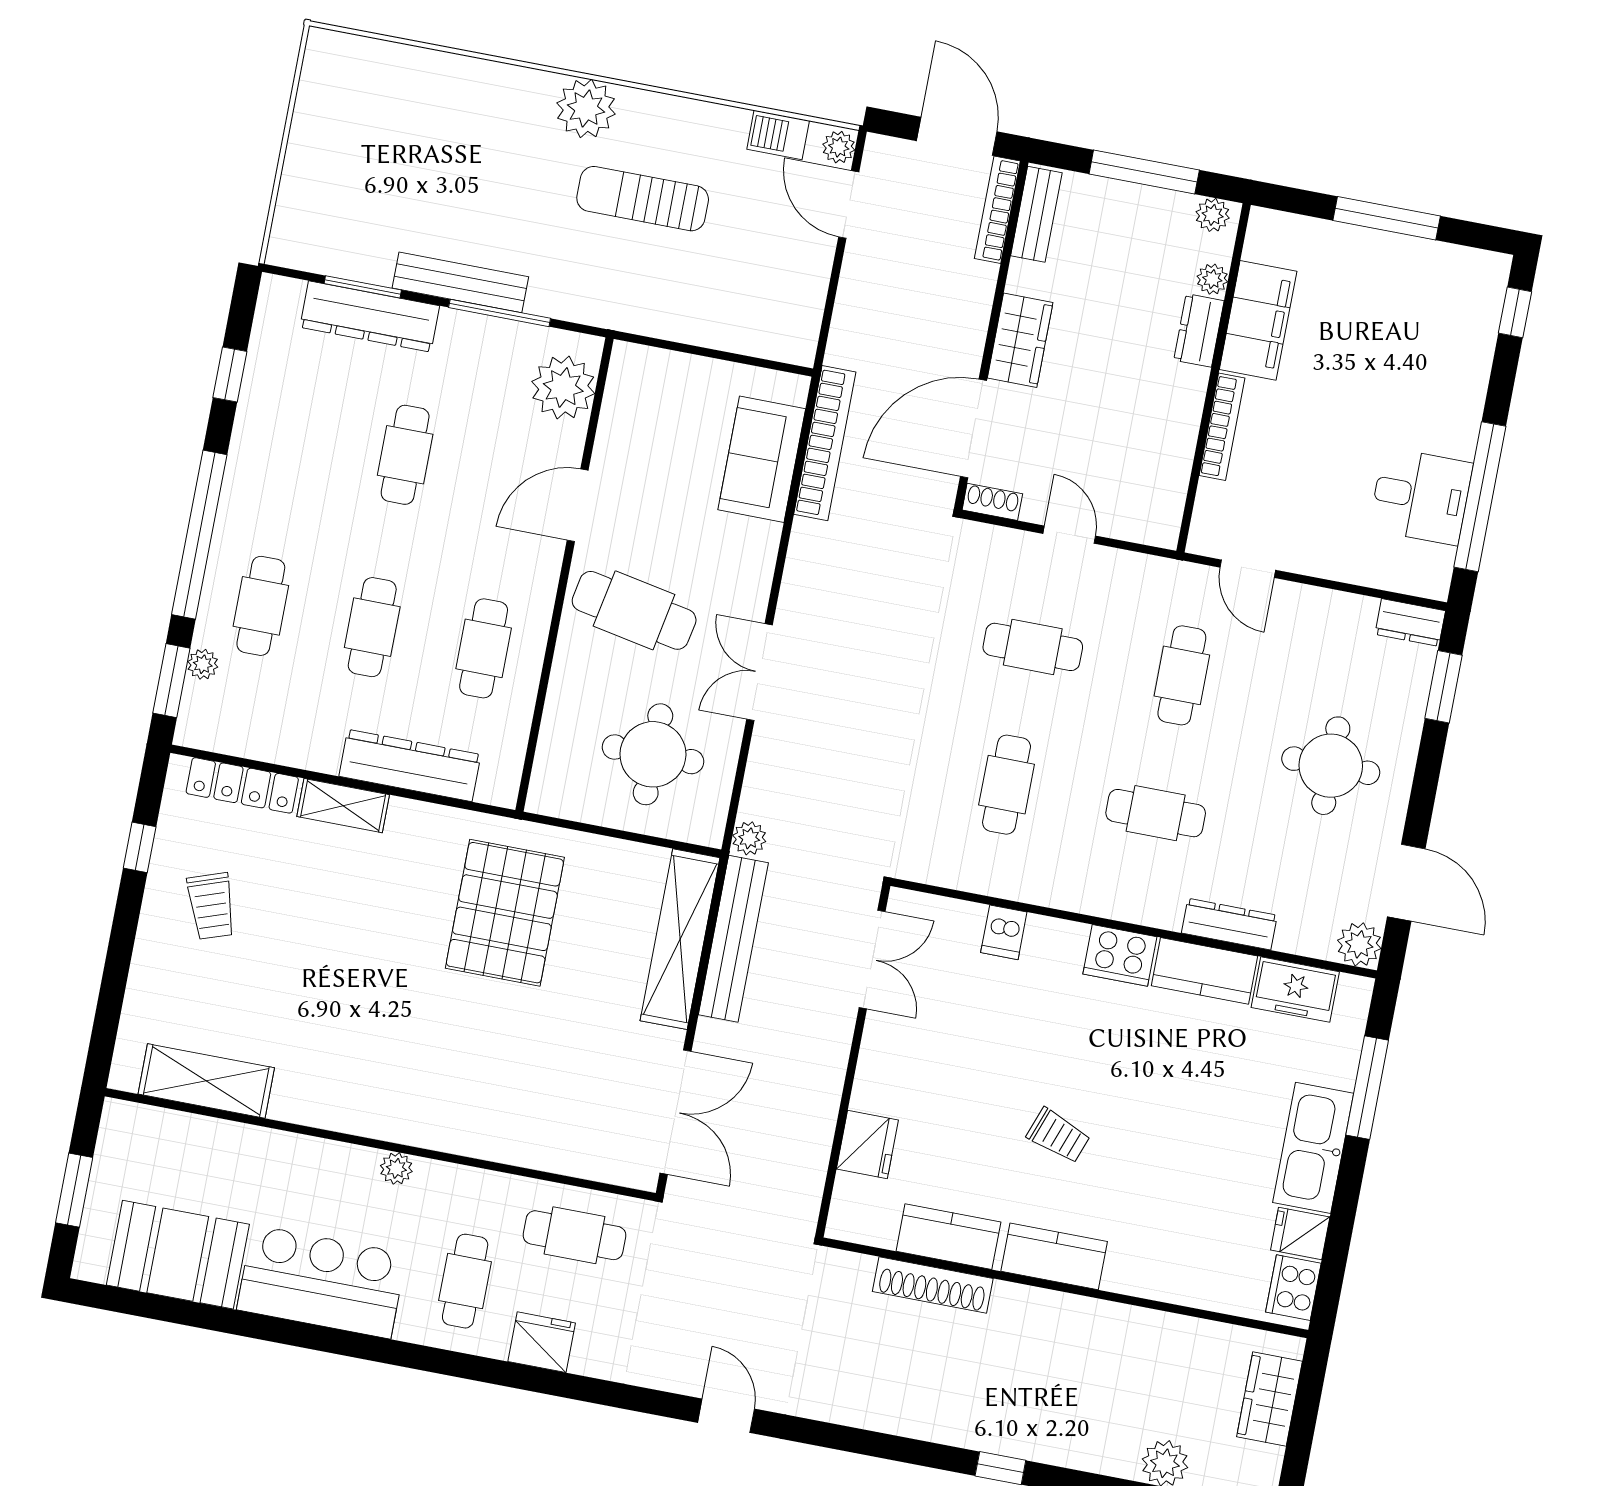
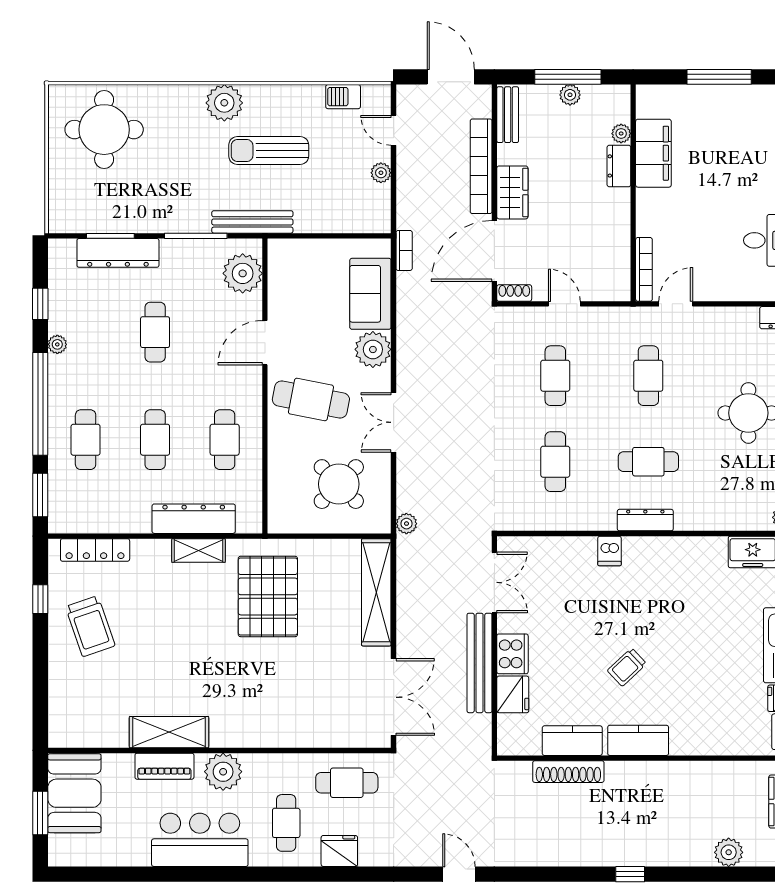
round table: (385, 115) -> (104, 130), added
plant: (839, 147) -> (381, 173), moved
door: (849, 204) -> (394, 130), width x0.73
bookcase: (997, 210) -> (481, 166), moved, width x1.48, depth x1.31
plant: (1213, 215) -> (570, 95), moved
bench: (460, 282) -> (252, 222), moved
bookcase: (1222, 427) -> (644, 269), moved
bookcase: (825, 443) -> (404, 250), width x0.43, depth x0.76
plant: (749, 549) -> (373, 349), added
door: (1248, 569) -> (676, 304), swing flipped
cafe table: (1033, 647) -> (555, 376), turned 90
plant: (203, 664) -> (57, 344), moved
round table: (653, 754) -> (339, 484), turned 45
shelving: (343, 806) -> (198, 550), moved
trolley: (211, 906) -> (90, 626), width x1.36, depth x1.39
dresser: (1229, 924) -> (645, 520), moved
dishwasher: (1004, 932) -> (610, 551), moved
bench: (733, 939) -> (480, 663), moved
cooker: (1120, 955) -> (512, 654), moved, turned -90
kitchen counter: (1205, 971) -> (696, 551), removed
shelving: (206, 1081) -> (169, 732), moved
trolley: (1058, 1136) -> (627, 667), turned 117
piano: (287, 1153) -> (164, 766), added
plant: (396, 1168) -> (223, 772), width x1.88, depth x1.88
booth: (178, 1255) -> (74, 793), moved, turned 90

